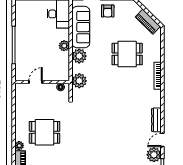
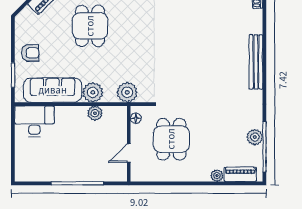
plant: (64, 46) -> (95, 113), moved
door: (36, 82) -> (129, 153), hinge flipped
dining table: (45, 132) -> (171, 139), moved

